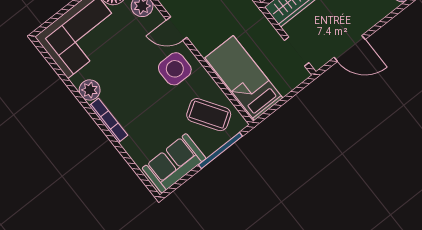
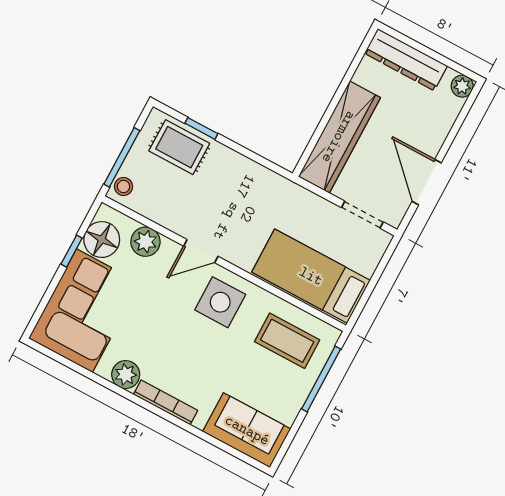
door: (350, 48) -> (427, 182), swing flipped
coffee table: (209, 115) -> (287, 341), turned 33
sofa: (174, 163) -> (247, 430), moved, turned 90

